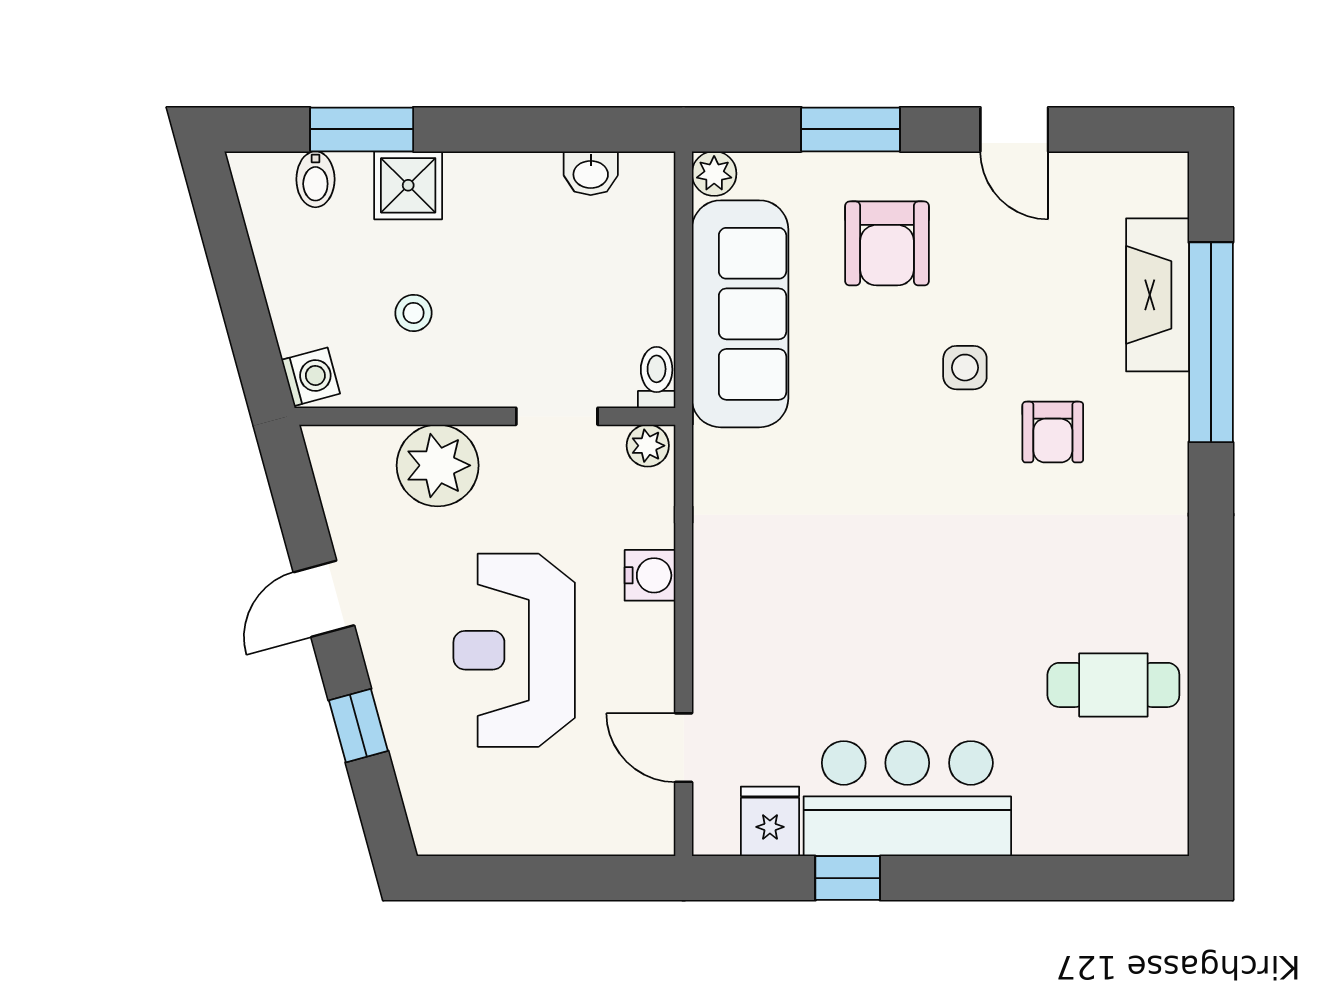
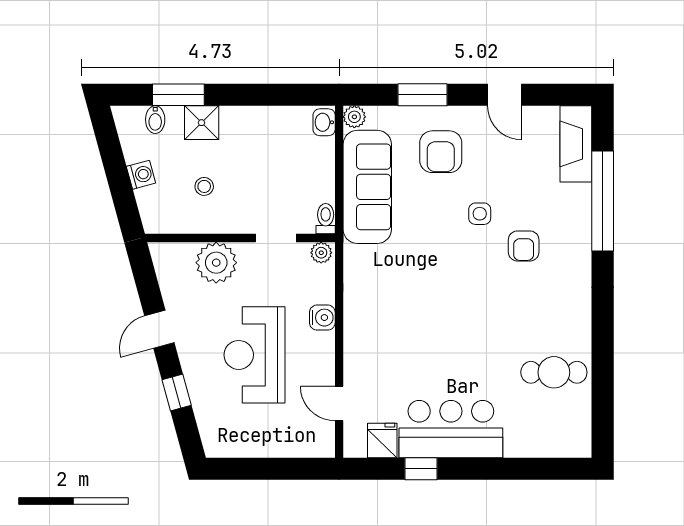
washbasin: (591, 173) -> (324, 122), moved, turned 90
fireplace: (1158, 295) -> (576, 144), moved
washing machine: (311, 377) -> (141, 175), moved

